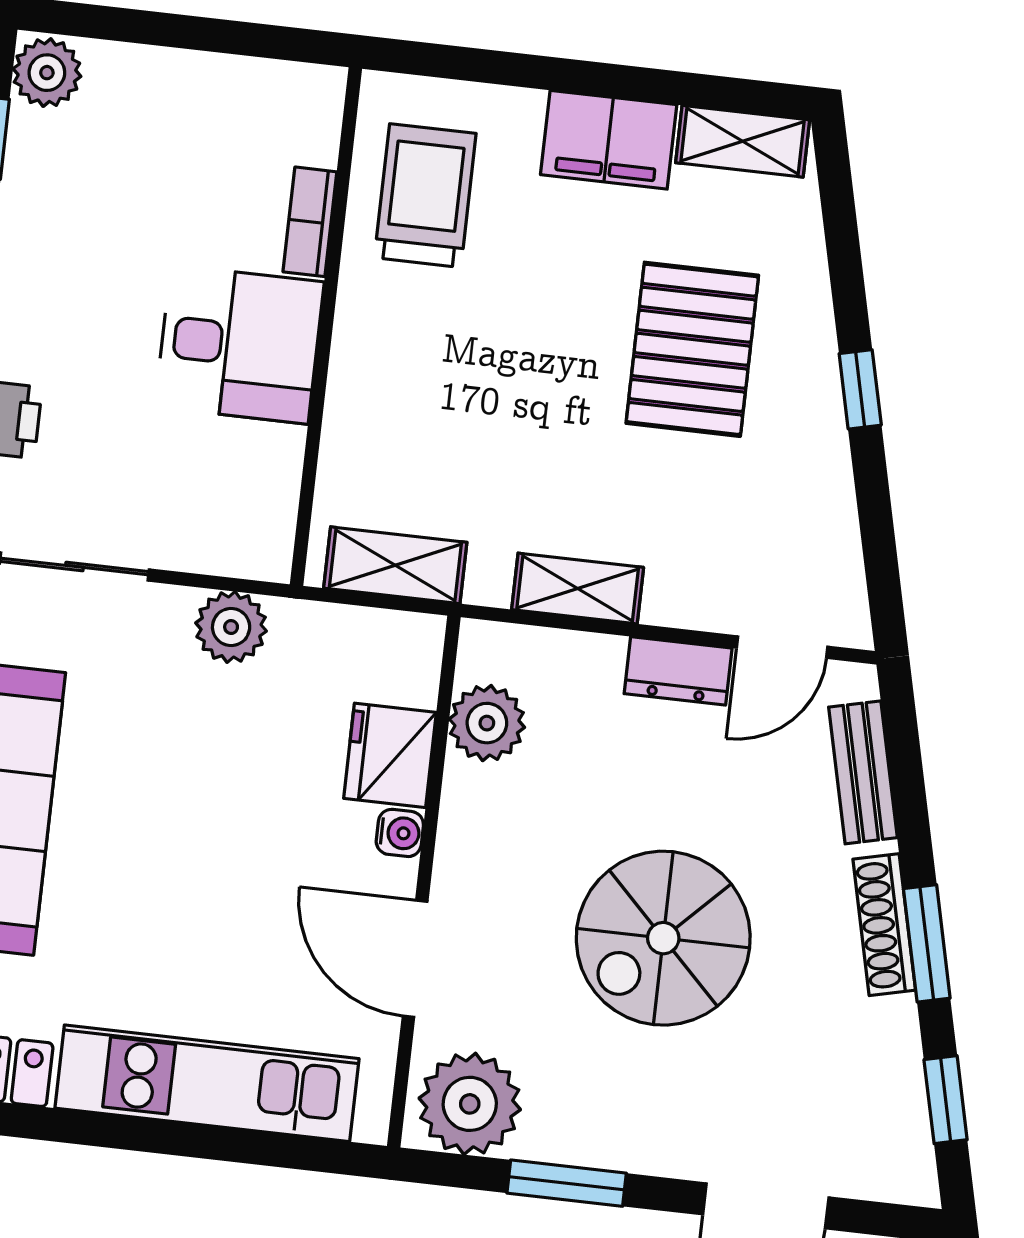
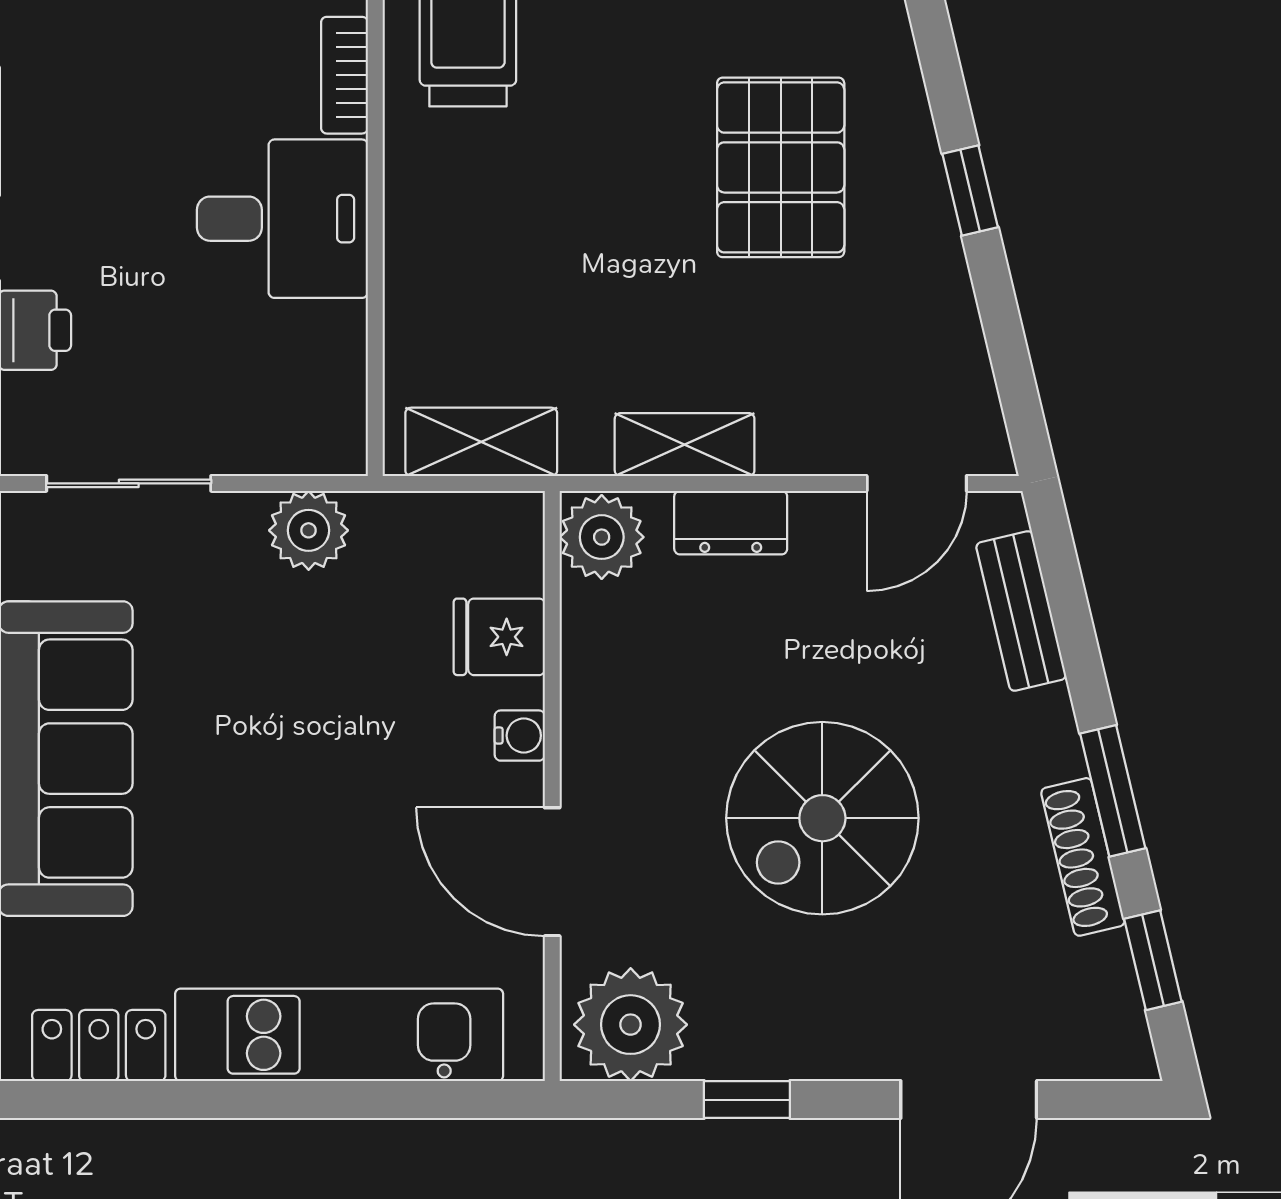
dresser: (678, 671) -> (731, 523), moved
plant: (487, 723) -> (602, 537), moved
fridge: (390, 755) -> (499, 637), width x0.72
shoe rack: (884, 925) -> (1083, 857), moved
window: (567, 1183) -> (747, 1100), width x0.67

